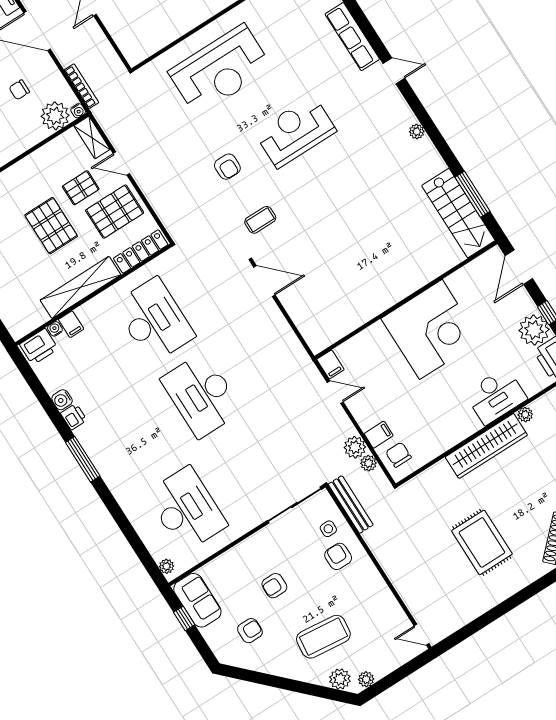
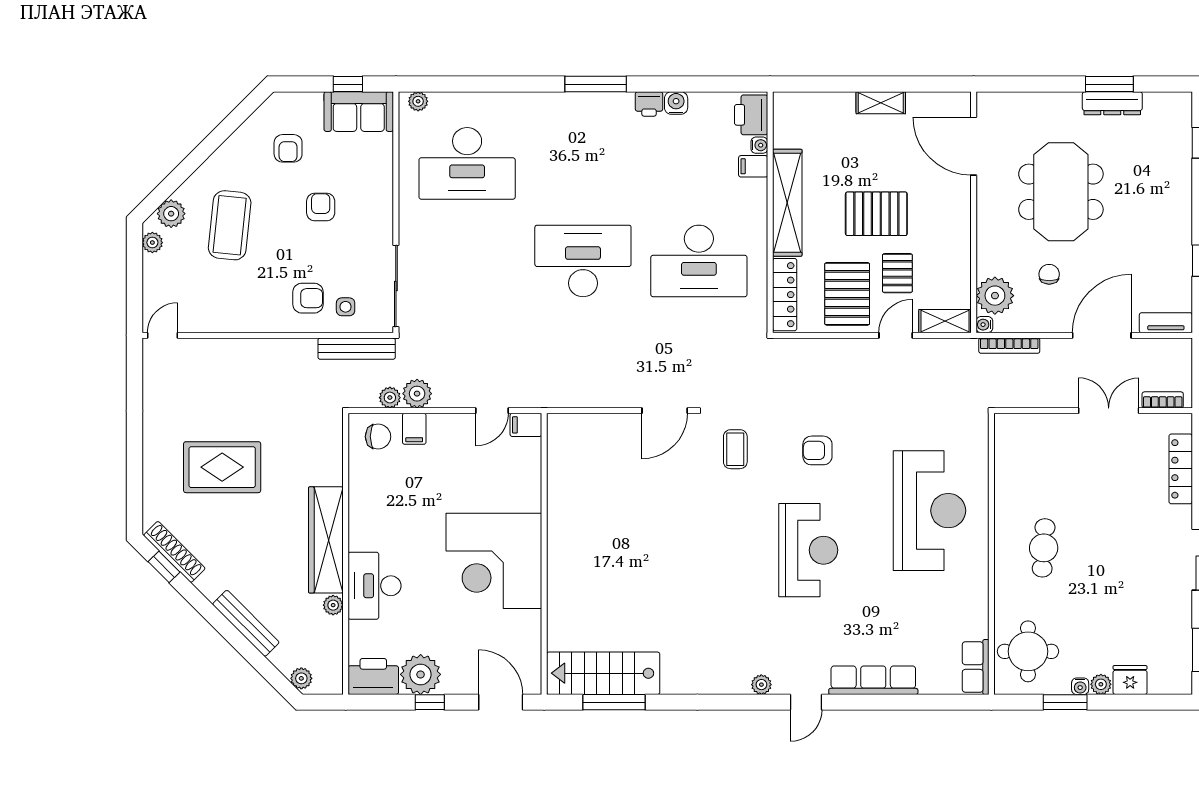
reception desk: (220, 70) -> (929, 511), turned 180
plant: (417, 132) -> (761, 685), moved

